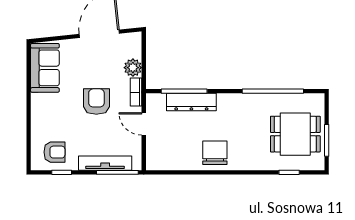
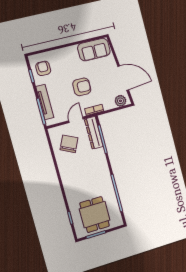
plant: (133, 68) -> (120, 101), moved
dresser: (191, 102) -> (94, 133), moved
armchair: (55, 152) -> (43, 68), turned 180
chair: (215, 153) -> (69, 144), moved, turned -64

